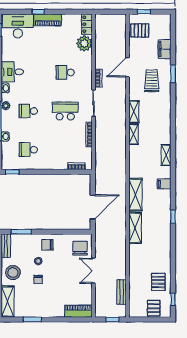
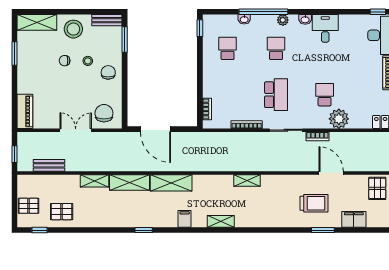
plant: (84, 43) -> (339, 119), moved
shelving: (134, 112) -> (95, 181), moved
chair: (80, 248) -> (104, 113), turned -90

